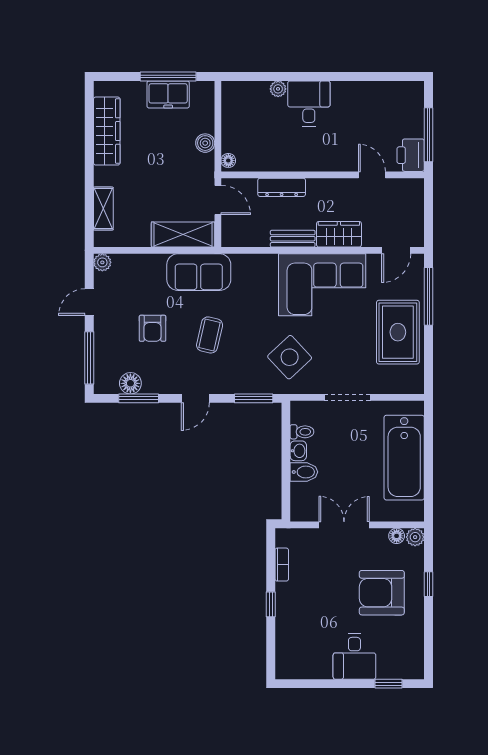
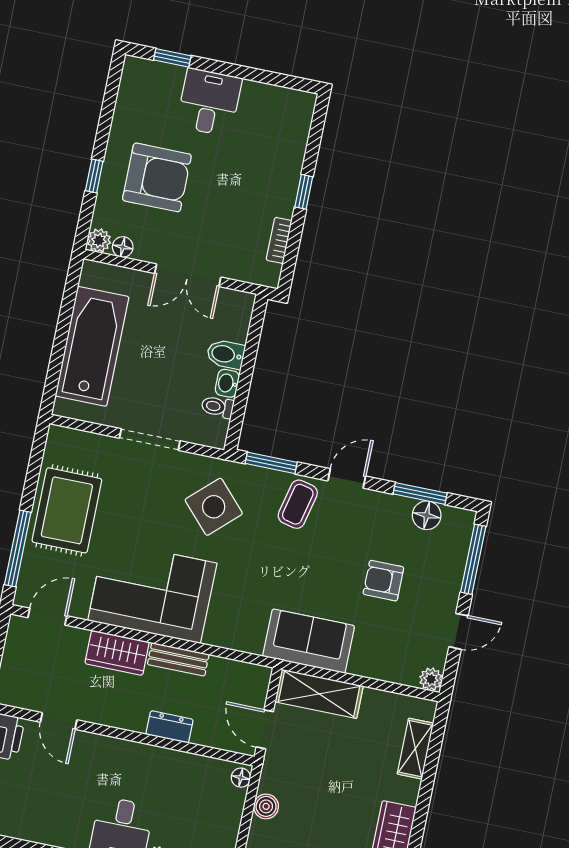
dresser: (282, 187) -> (170, 727), width x0.70
armchair: (153, 328) -> (383, 581), turned -90
coffee table: (210, 335) -> (298, 504), moved

